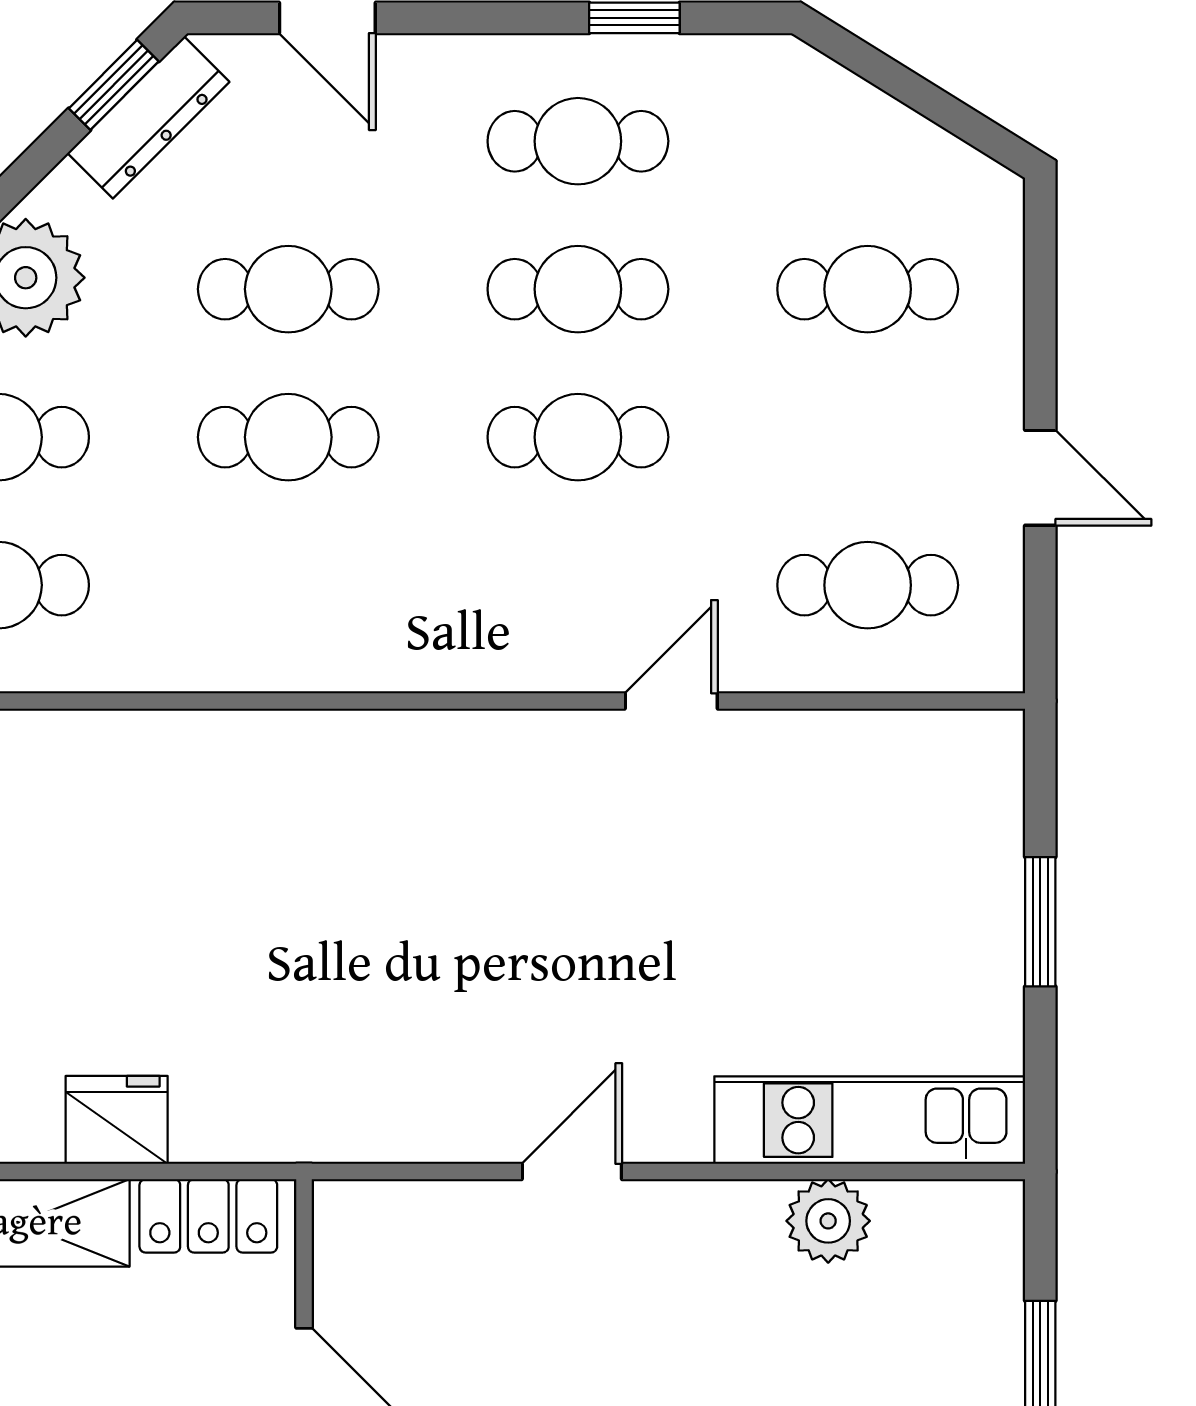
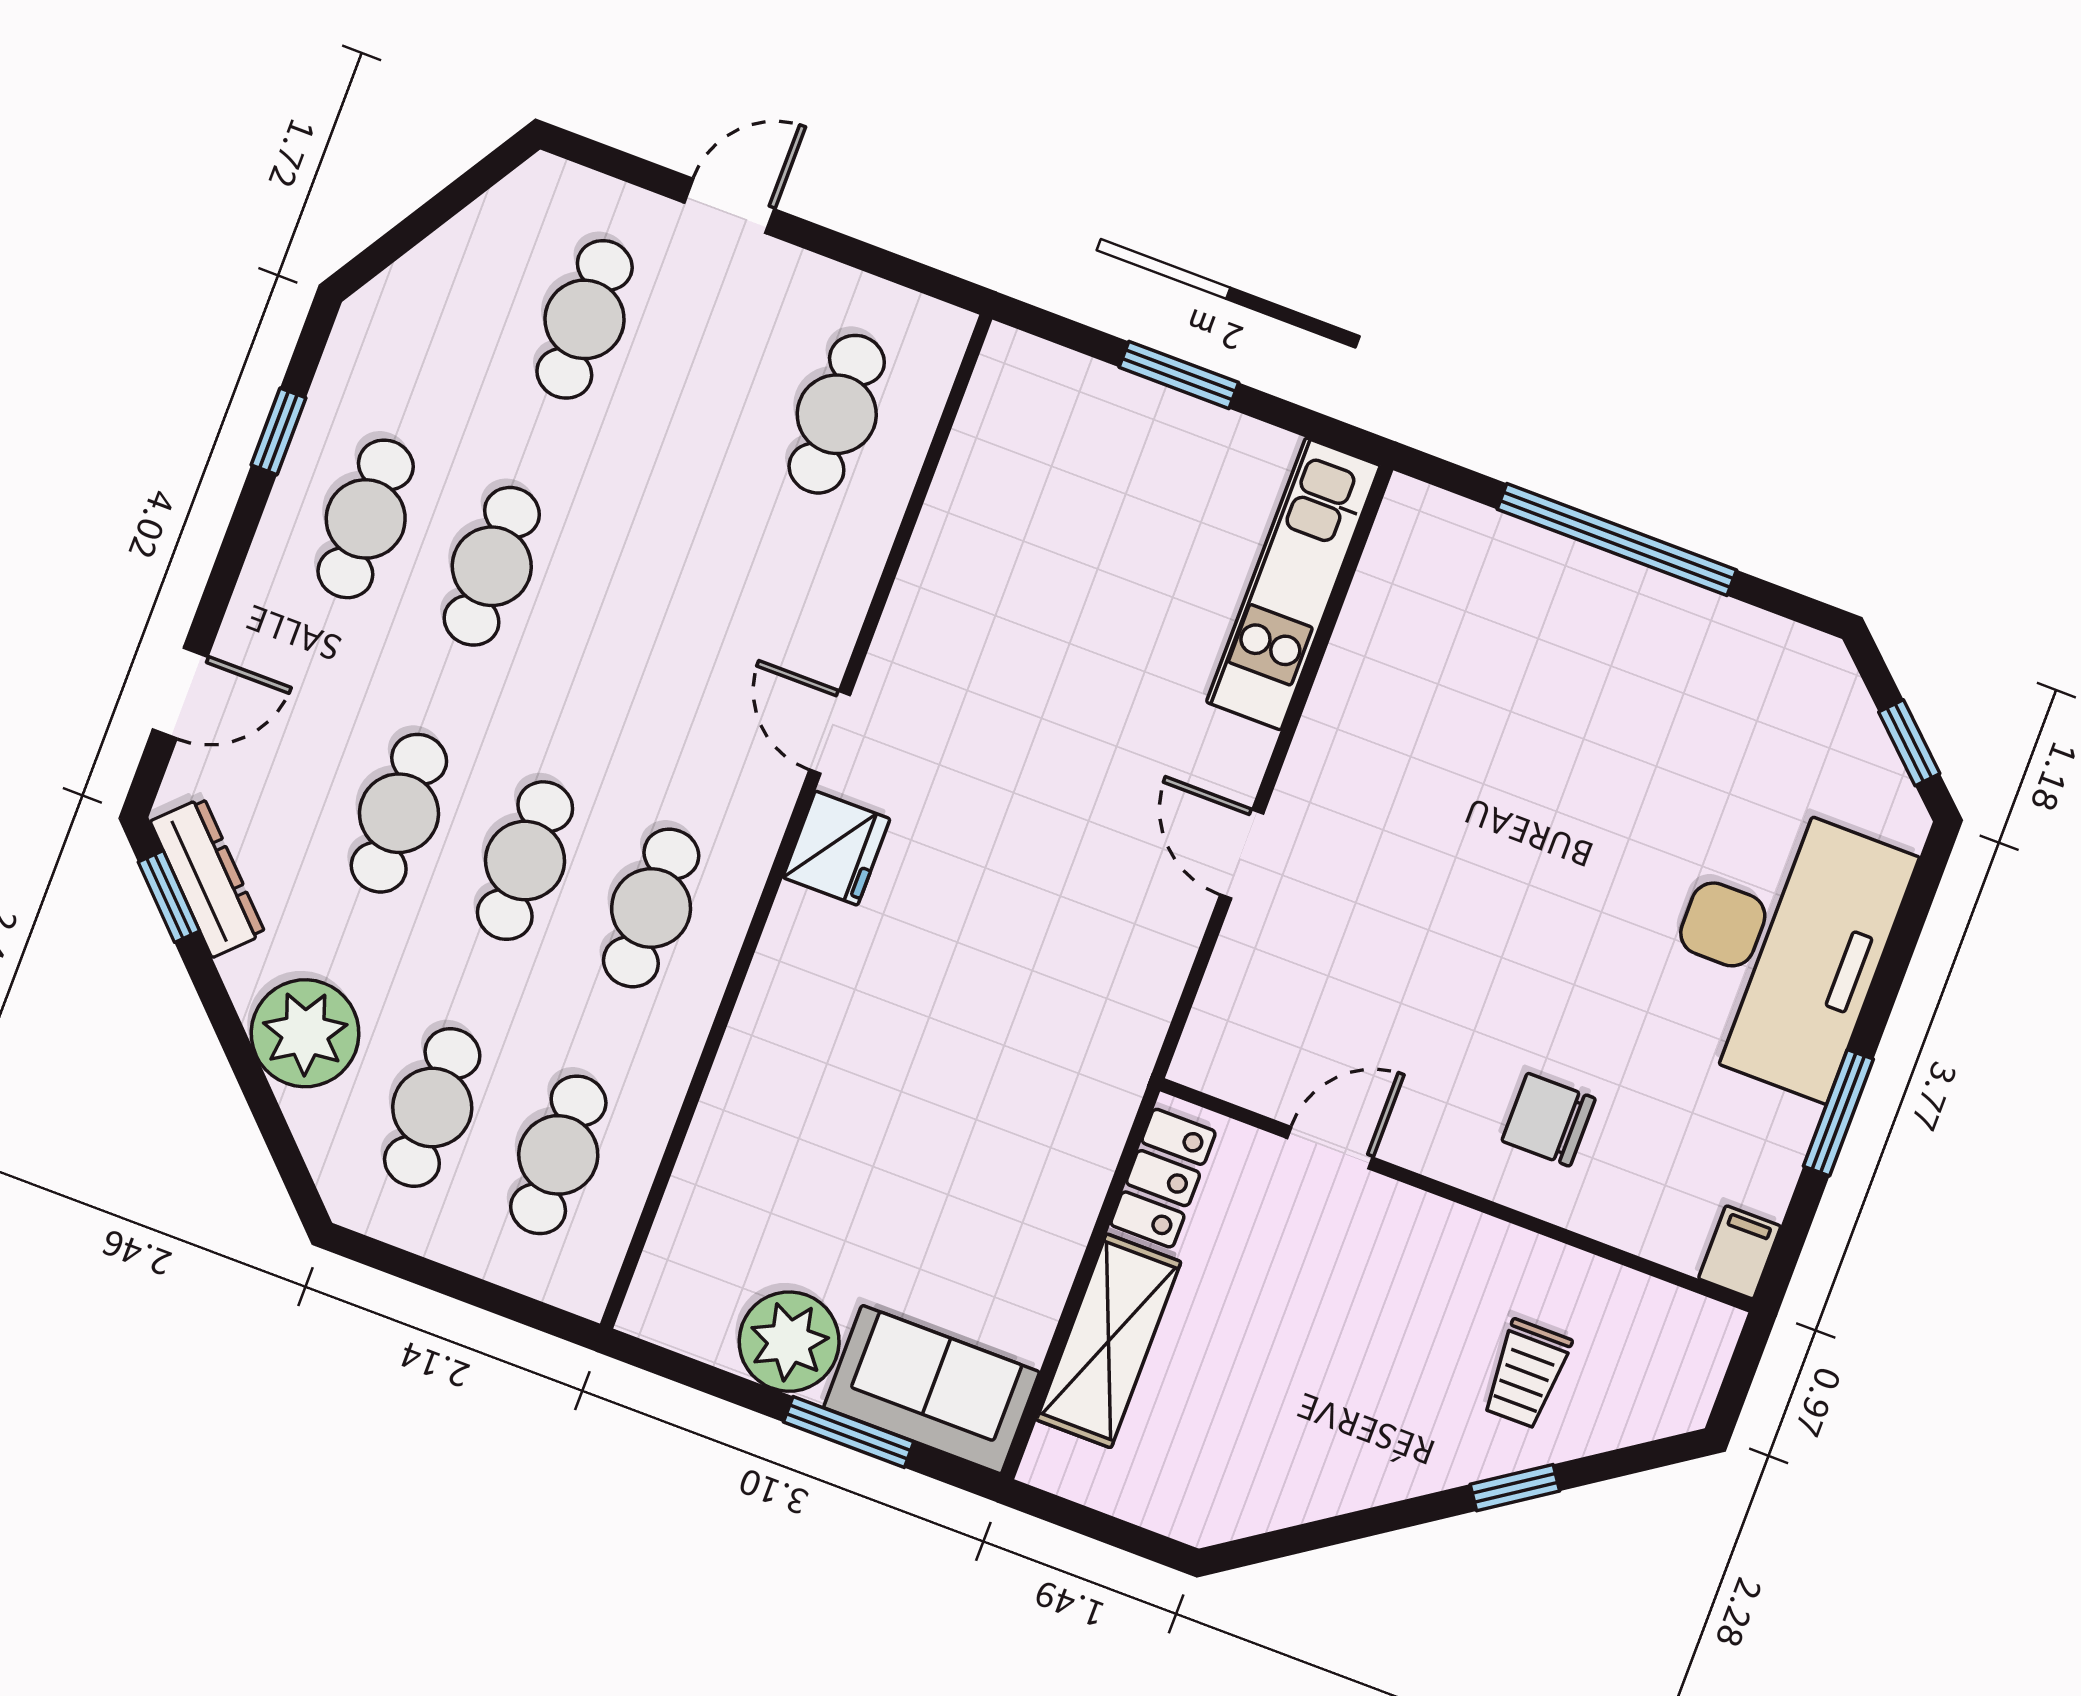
cafe table: (578, 437) -> (651, 908), moved
door: (1040, 478) -> (729, 206), moved
door: (671, 701) -> (830, 732), moved
fridge: (117, 1120) -> (836, 848), moved, turned 180
plant: (828, 1221) -> (1366, 652), removed

